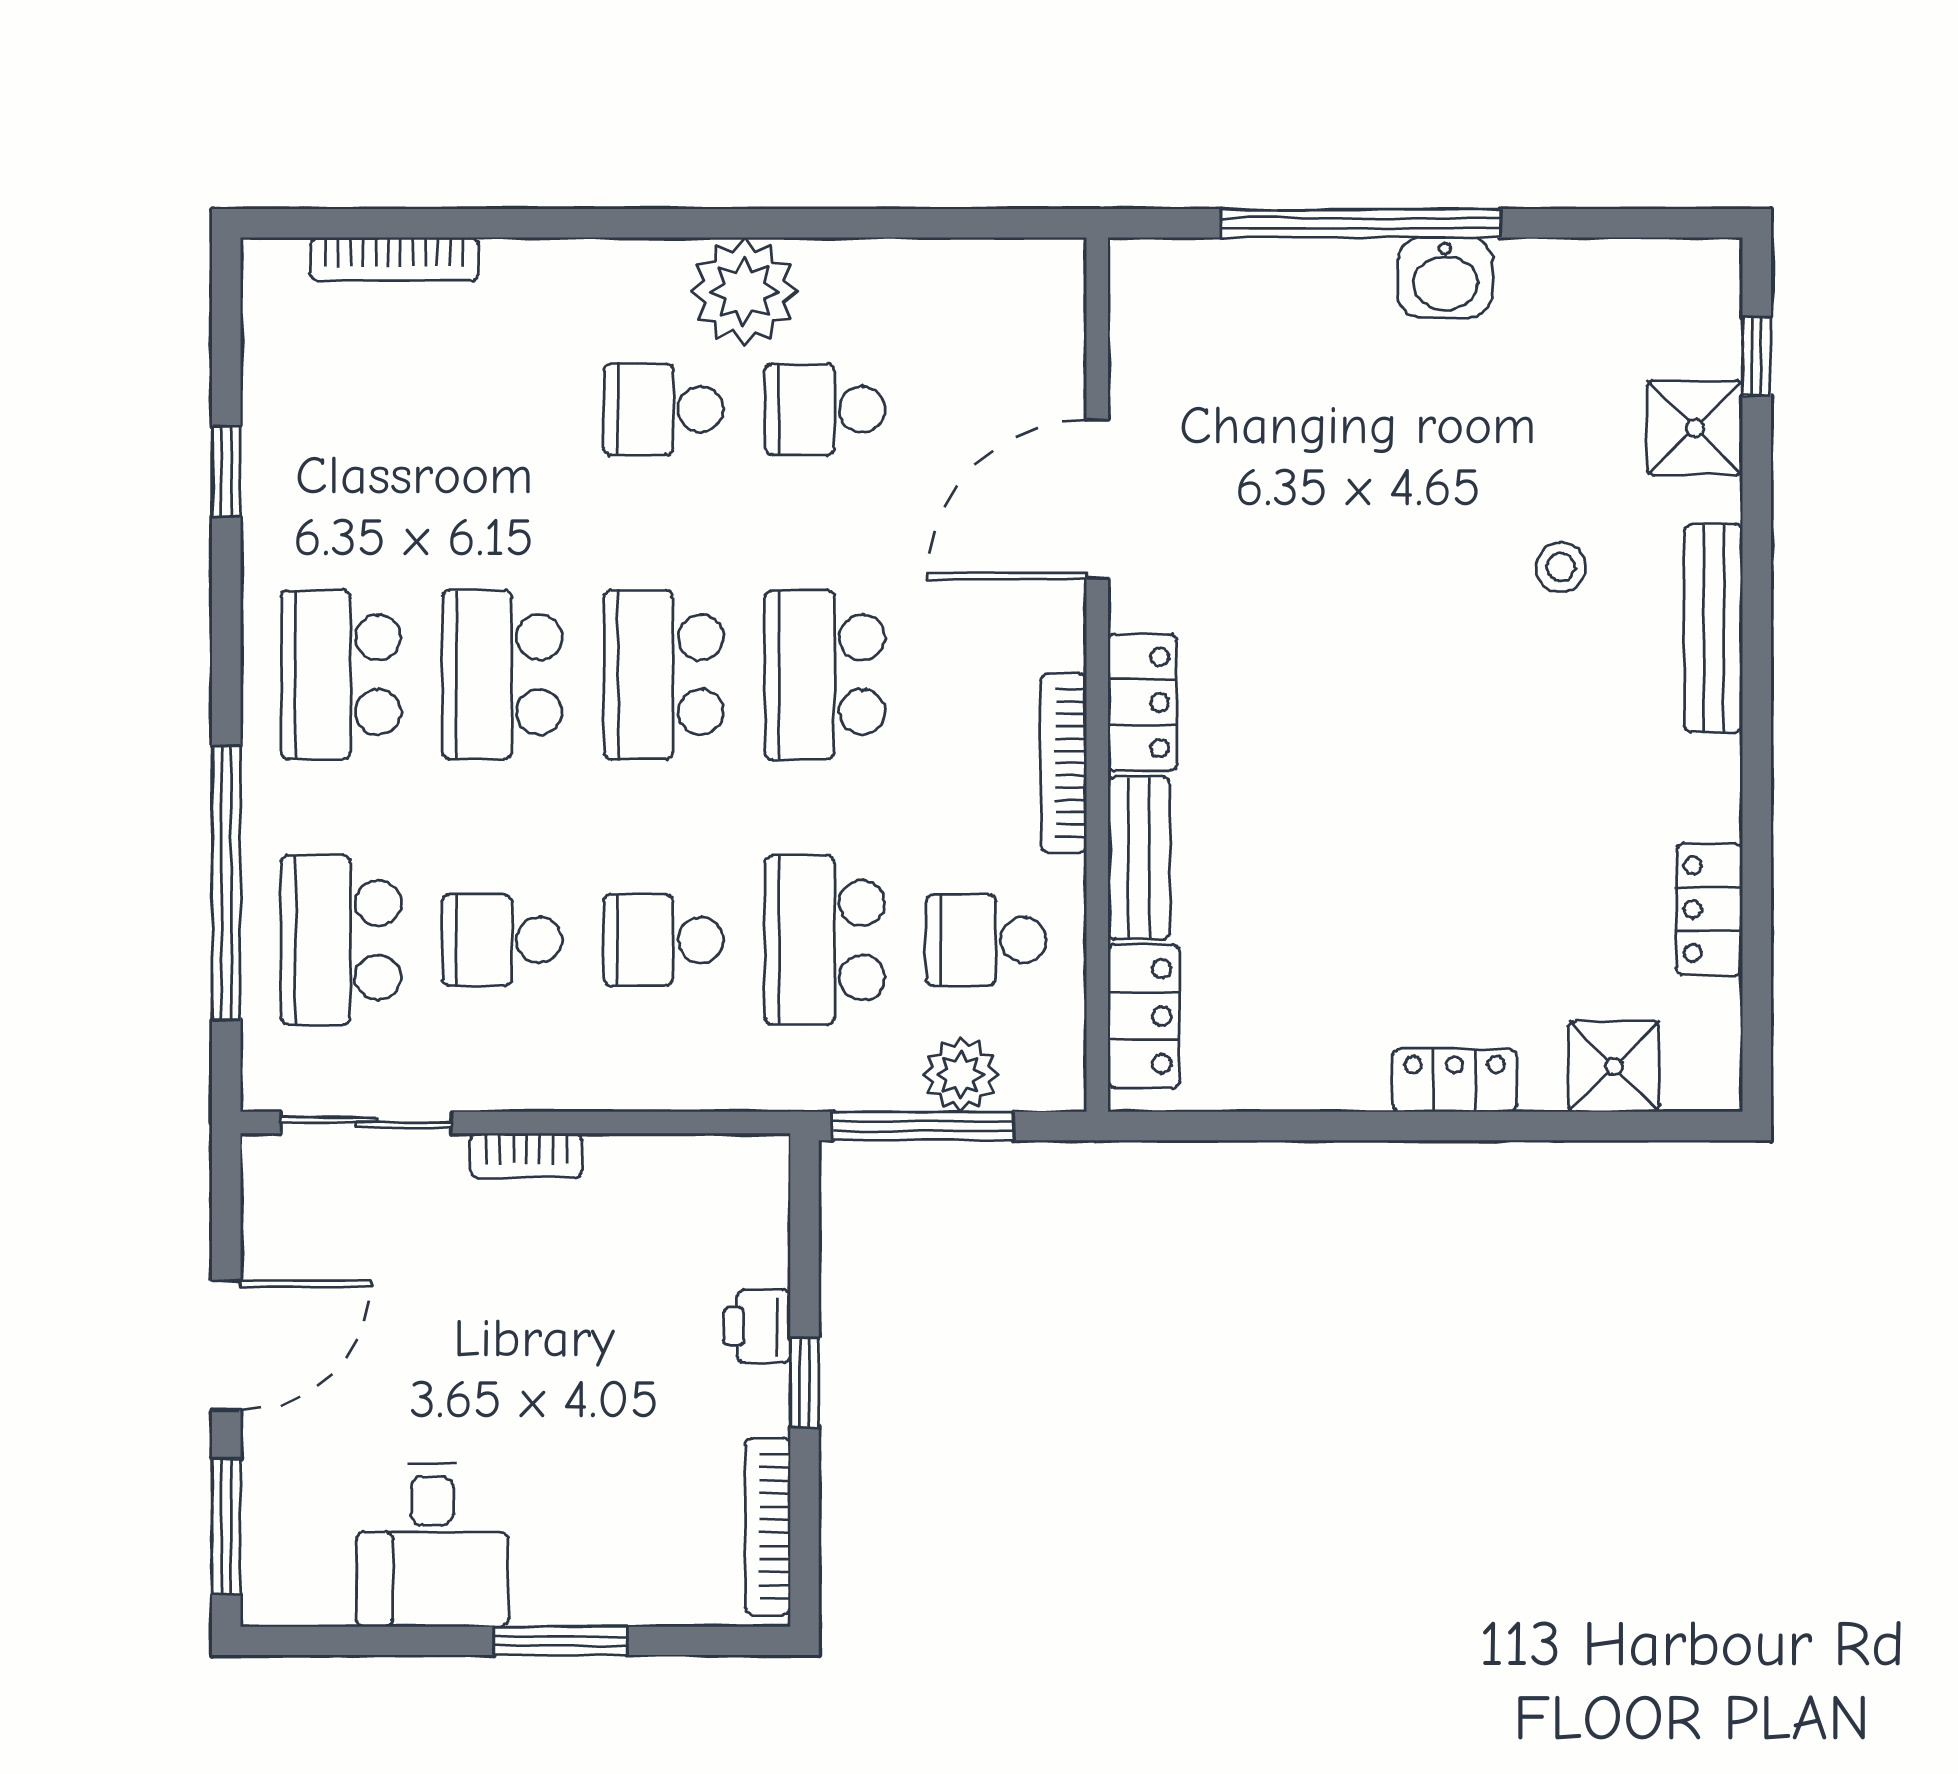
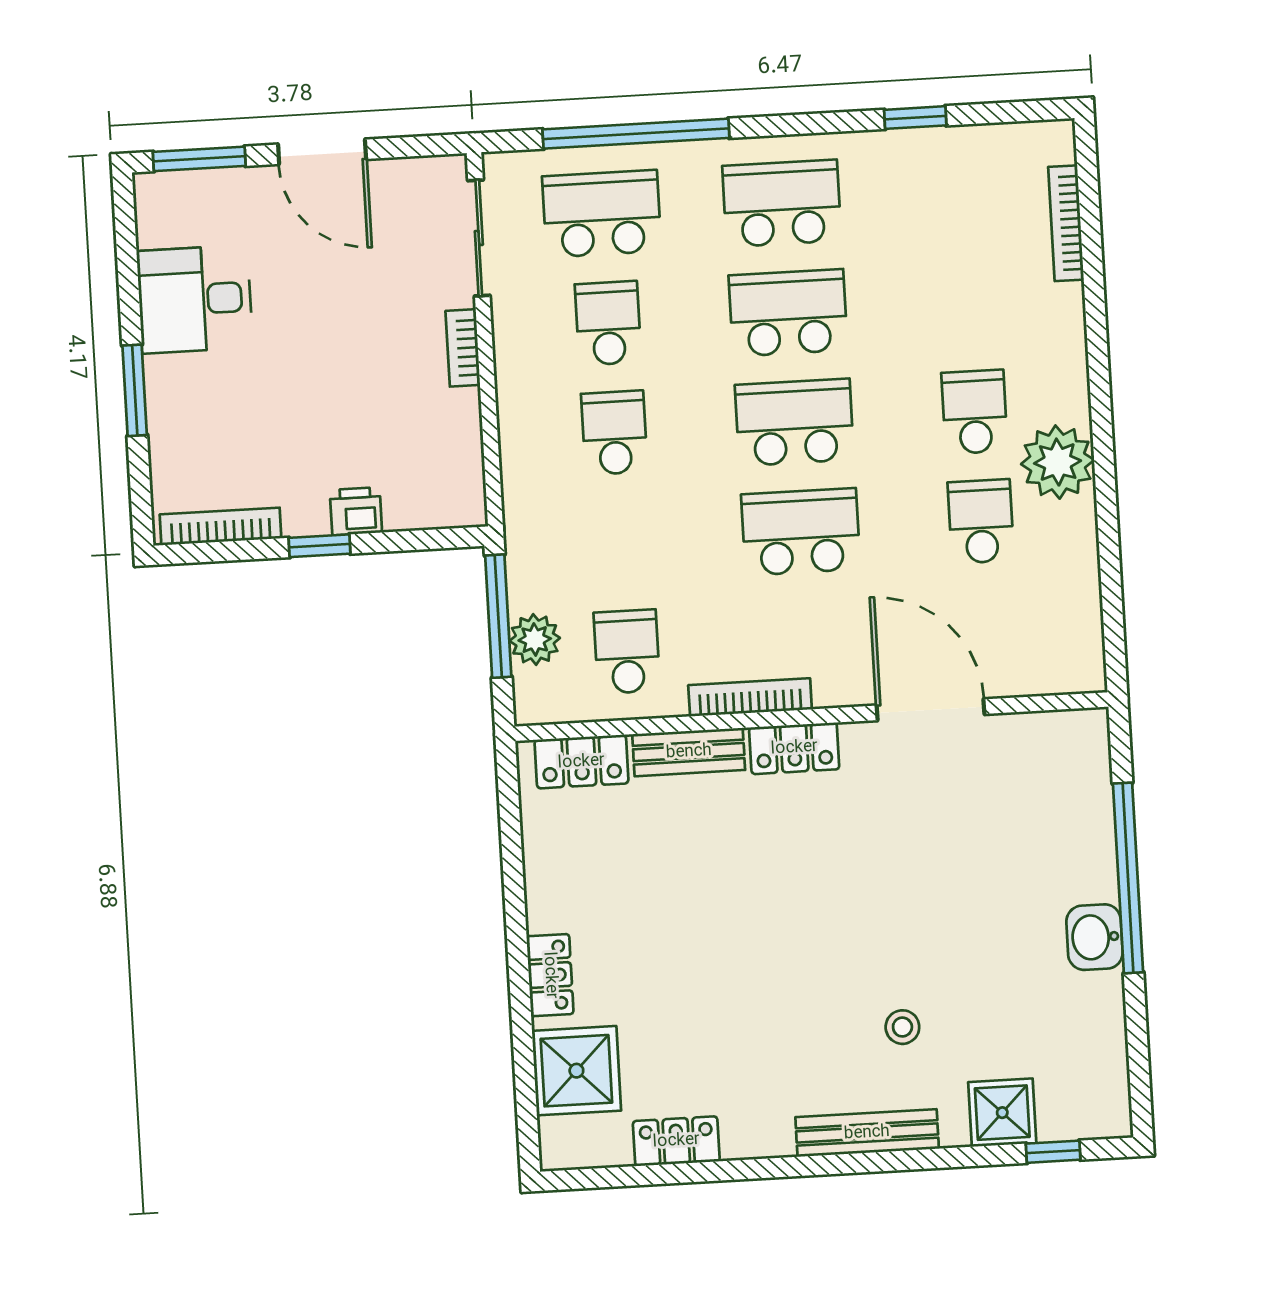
school desk: (825, 940) -> (621, 542), removed
shower: (1614, 1066) -> (576, 1071), width x1.36, depth x1.36

